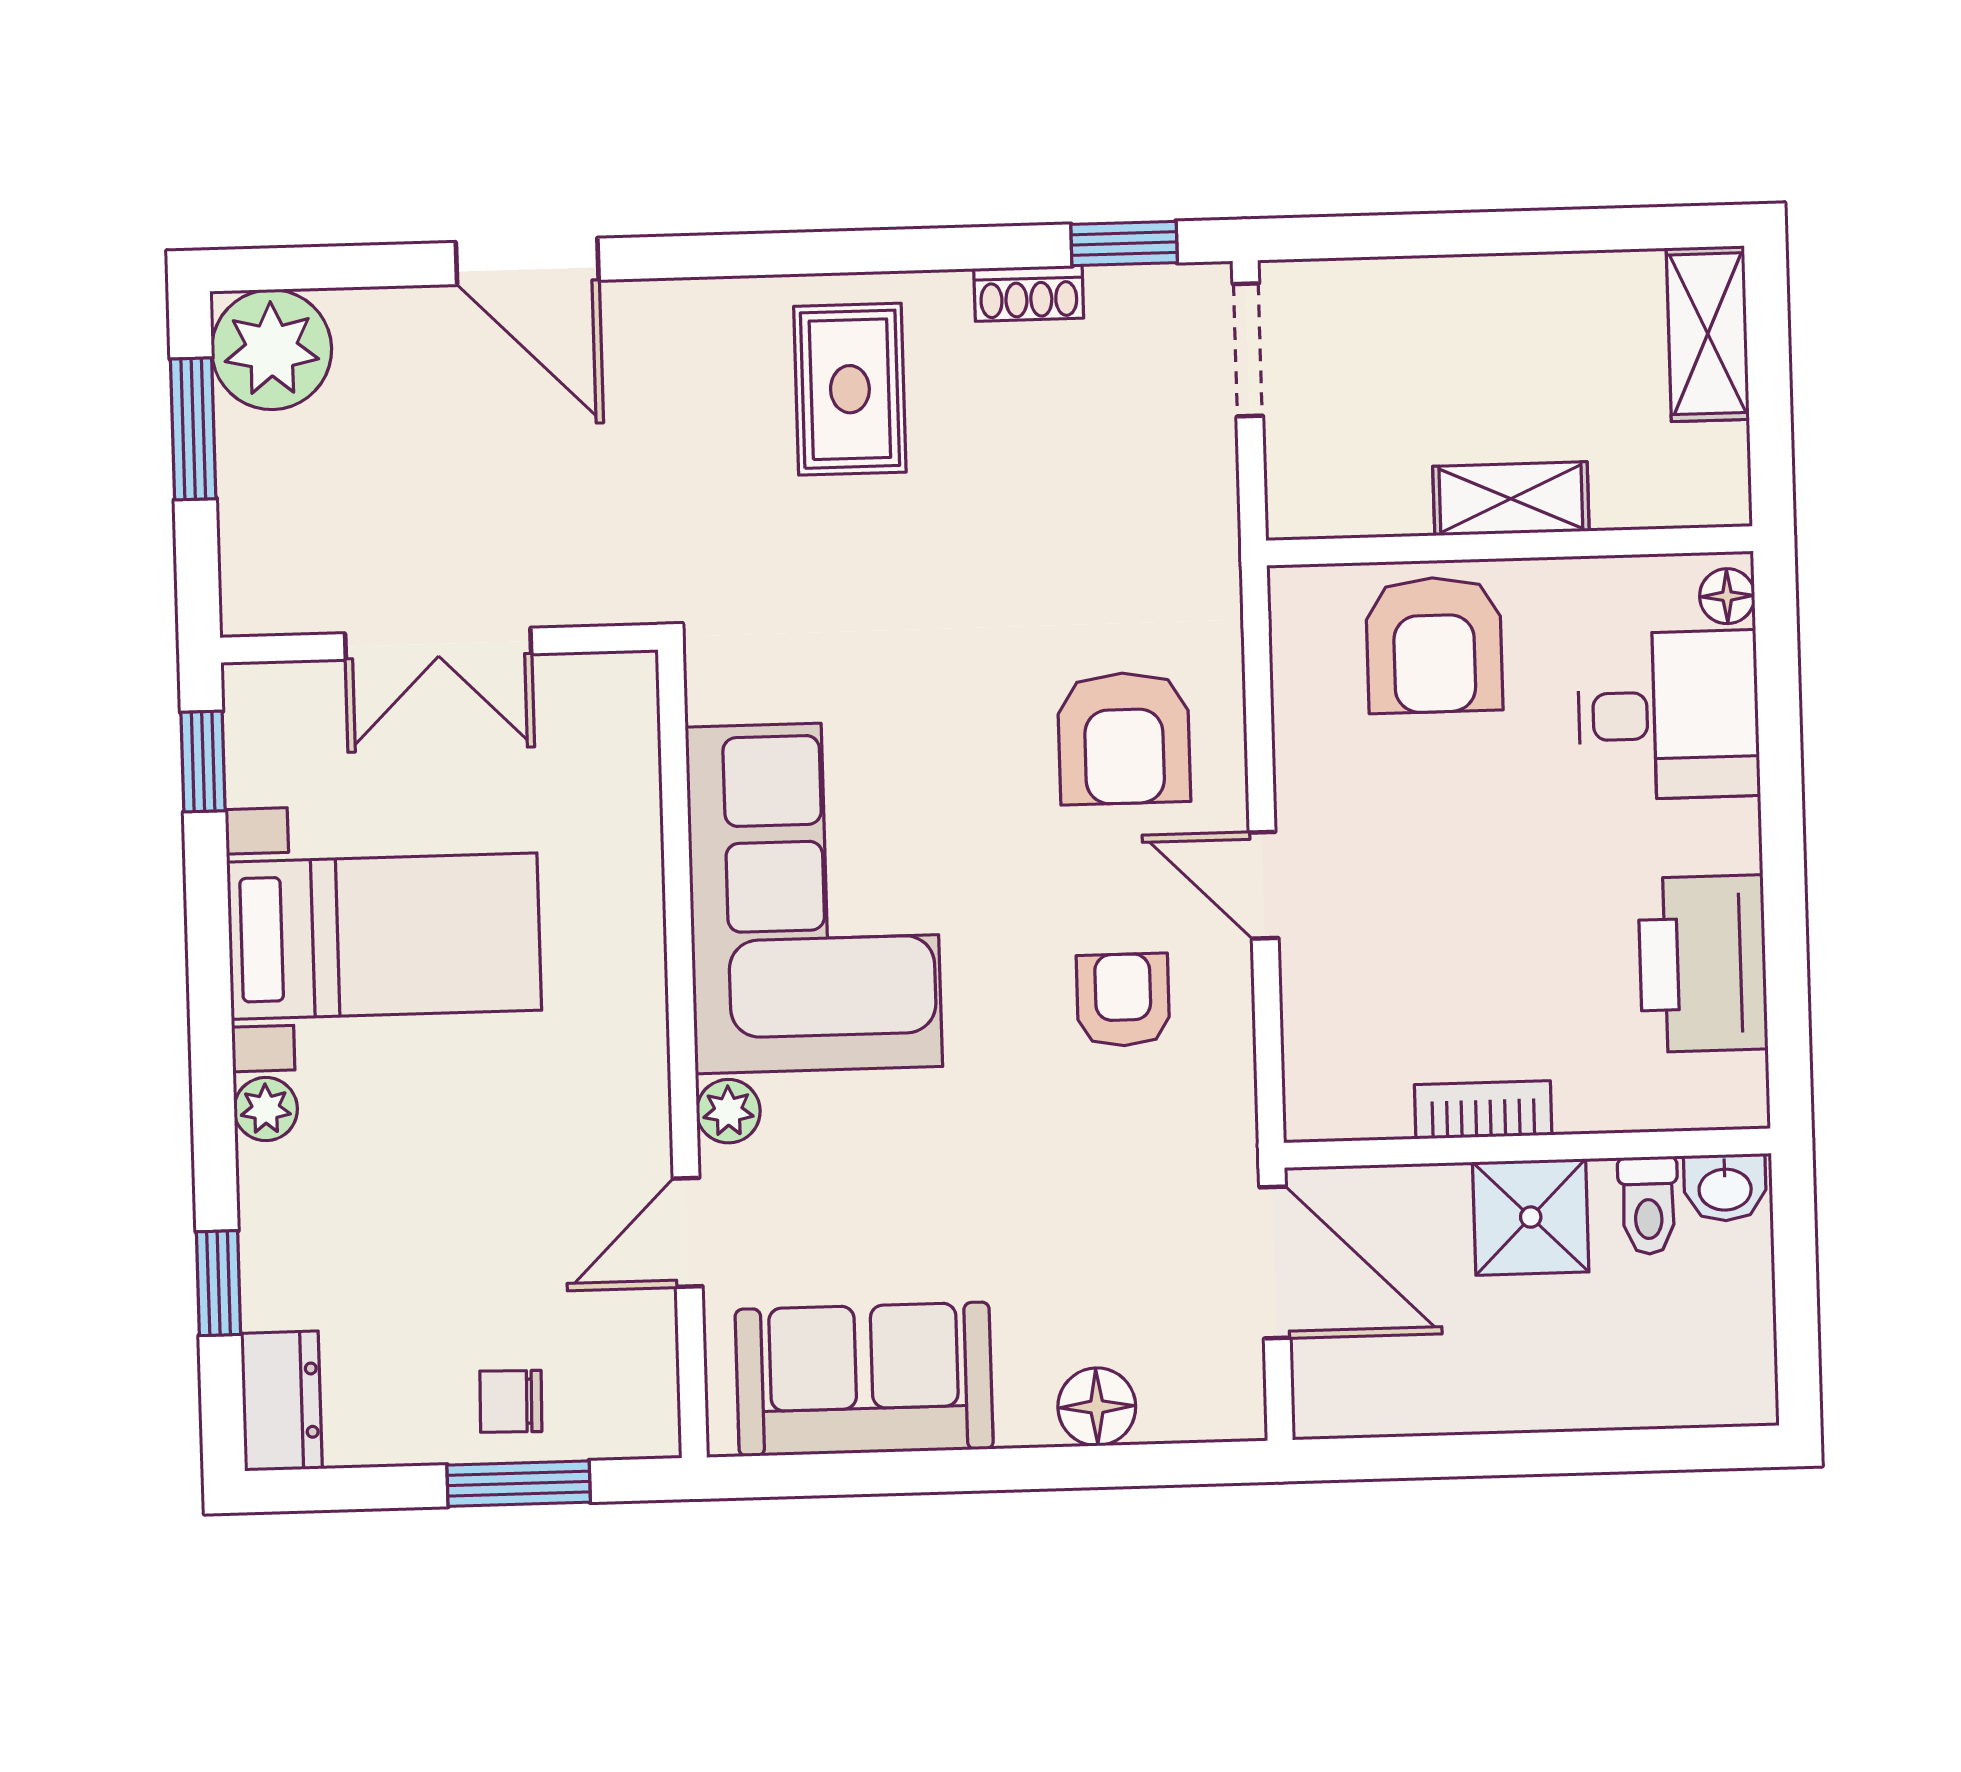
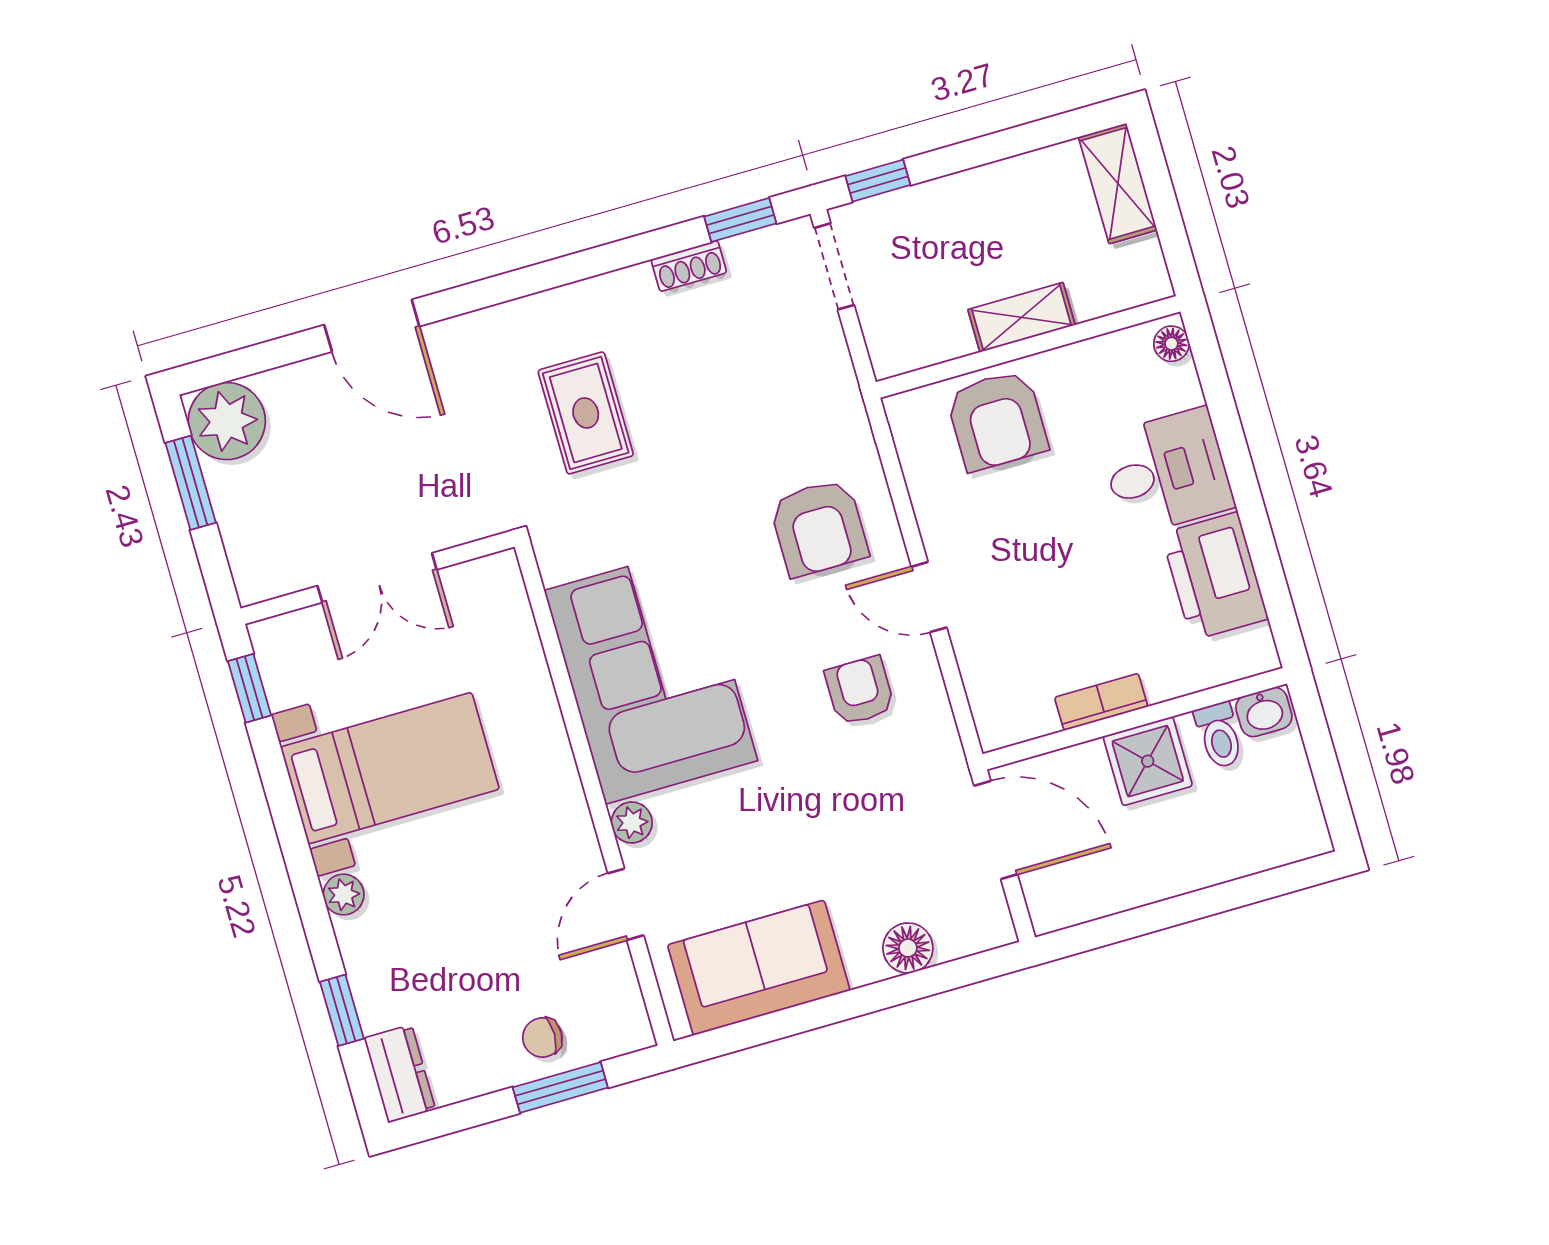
window: (1347, 237) -> (878, 181), added
rug: (850, 389) -> (586, 413), moved
desk: (1669, 715) -> (1167, 472), moved

